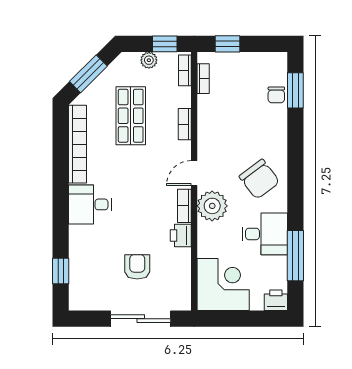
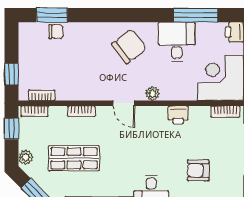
plant: (149, 60) -> (26, 157), moved
bookcase: (184, 206) -> (225, 112), moved
plant: (212, 206) -> (152, 94), width x0.53, depth x0.53
armchair: (137, 267) -> (198, 170), moved

